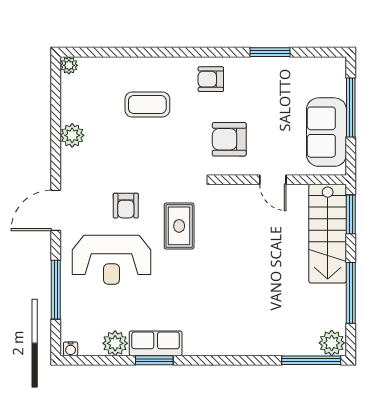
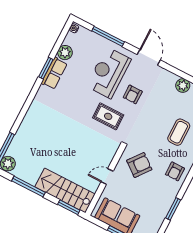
armchair: (211, 79) -> (175, 171), turned 180
armchair: (229, 139) -> (139, 165), turned 38
armchair: (126, 206) -> (133, 94), turned -90

